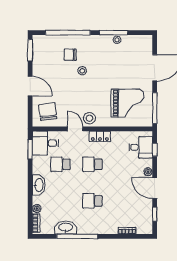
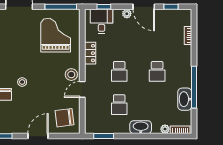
locker: (100, 136) -> (90, 53), moved
desk: (45, 143) -> (97, 120), removed
door: (155, 188) -> (144, 7), hinge flipped

